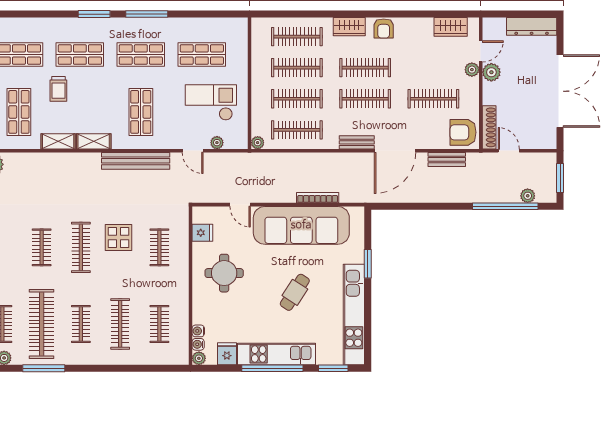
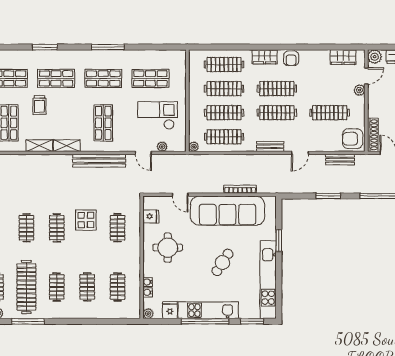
window: (94, 14) -> (45, 47), moved
plant: (491, 72) -> (375, 57), moved
door: (395, 151) -> (300, 153), width x0.53
window: (432, 206) -> (328, 196), added
clothes rail: (81, 247) -> (57, 228), width x0.73
clothes rail: (120, 324) -> (87, 287), width x0.73
water cooler: (198, 344) -> (148, 282), moved

